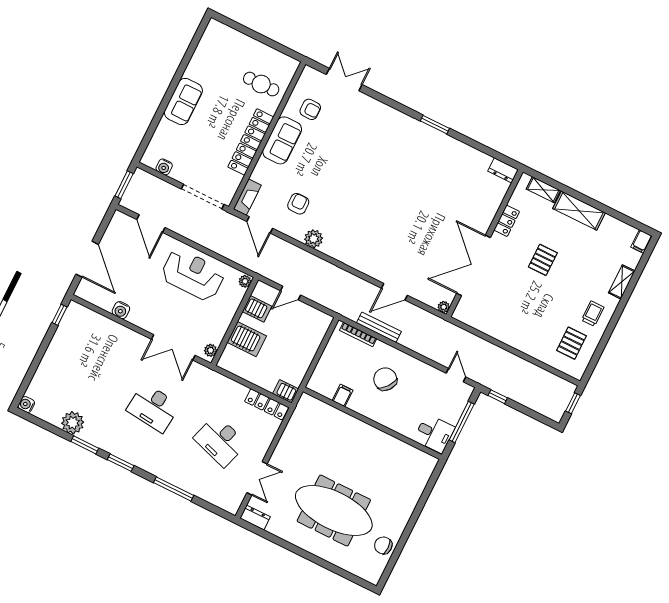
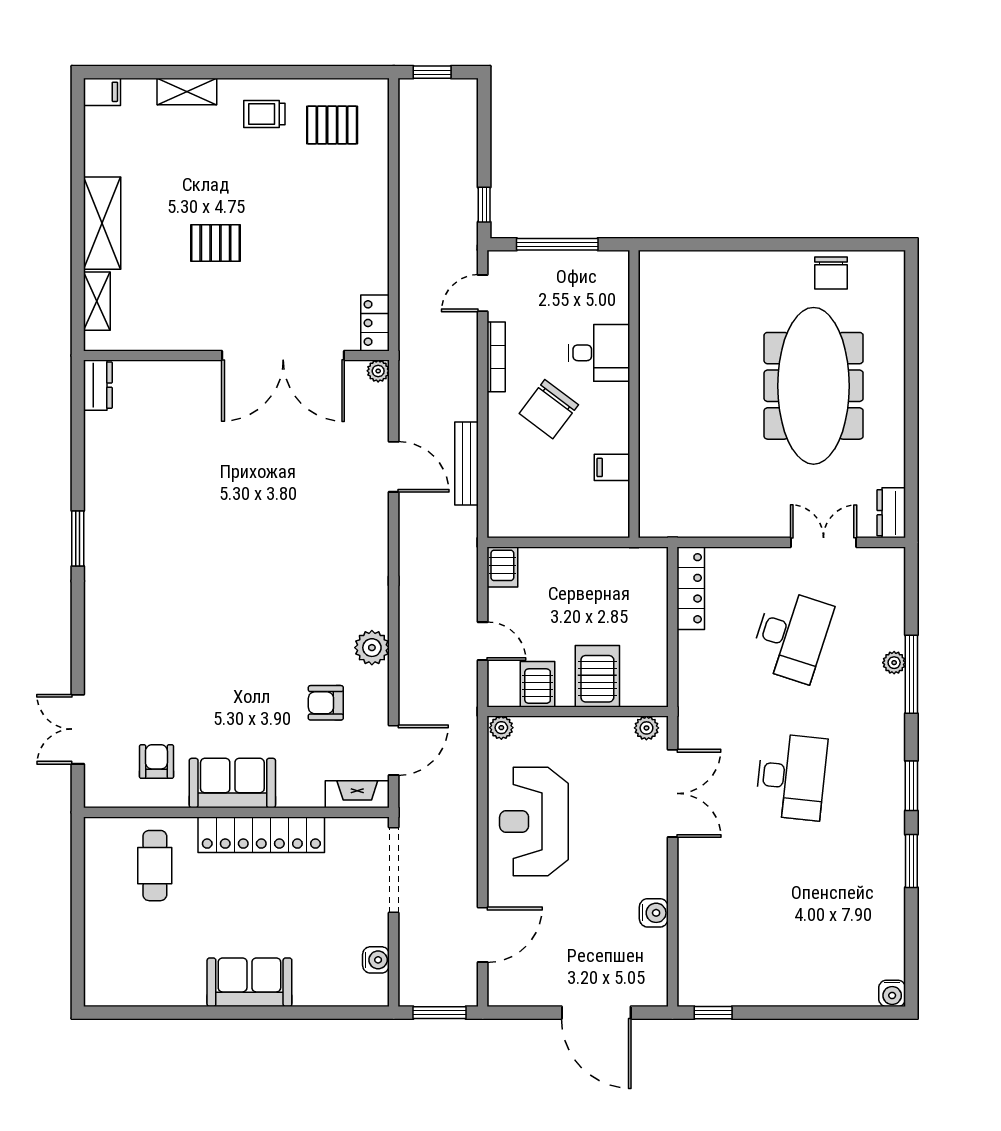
locker: (507, 221) -> (375, 323), moved, turned -90
door: (87, 259) -> (596, 1013), swing flipped
bookcase: (358, 334) -> (496, 357), moved
server rack: (286, 391) -> (502, 567), moved
plant: (73, 423) -> (894, 663), moved, width x0.53, depth x0.53
desk: (434, 434) -> (599, 353), moved, turned 90

